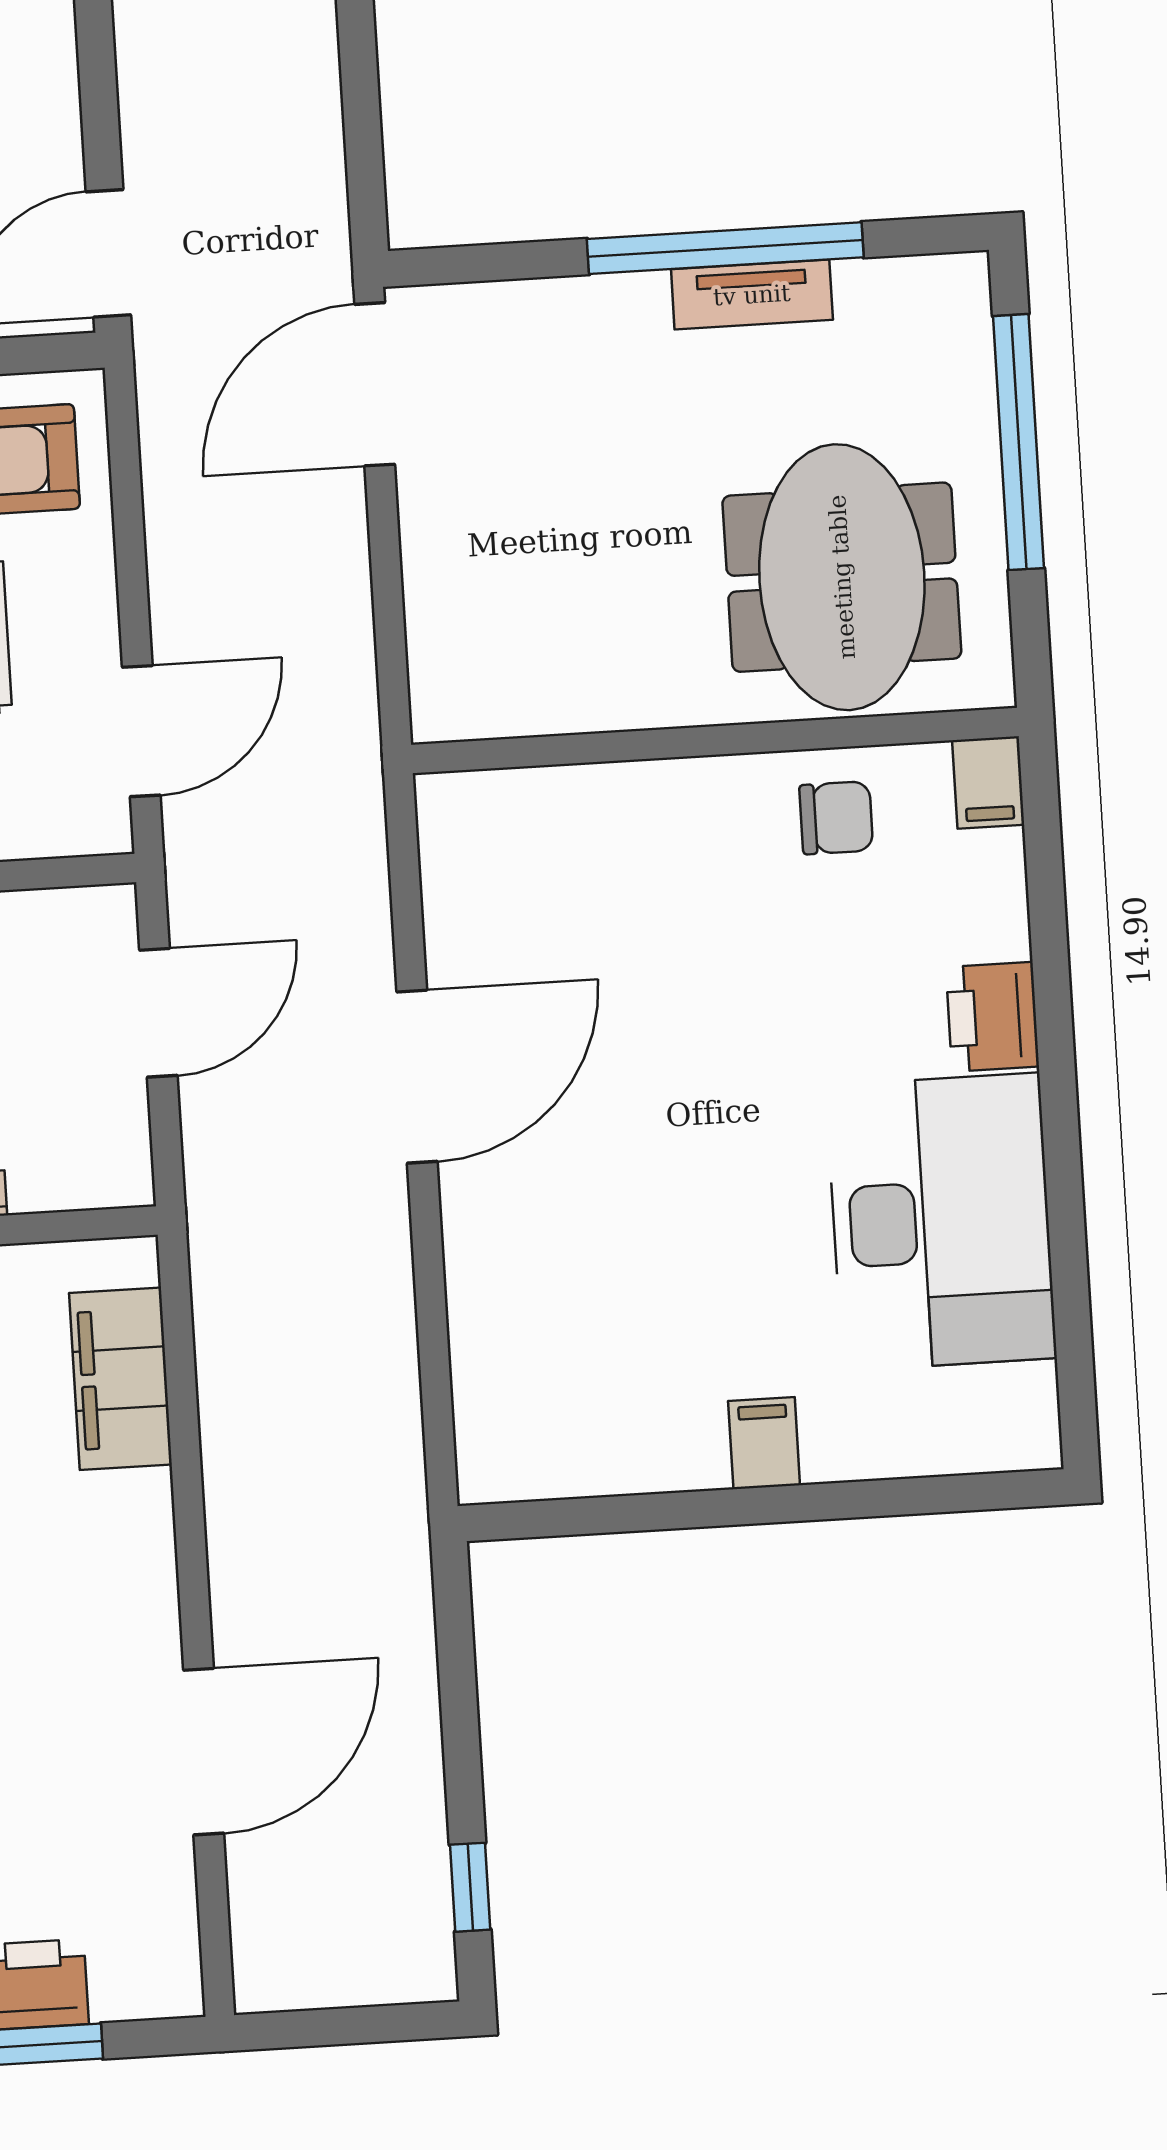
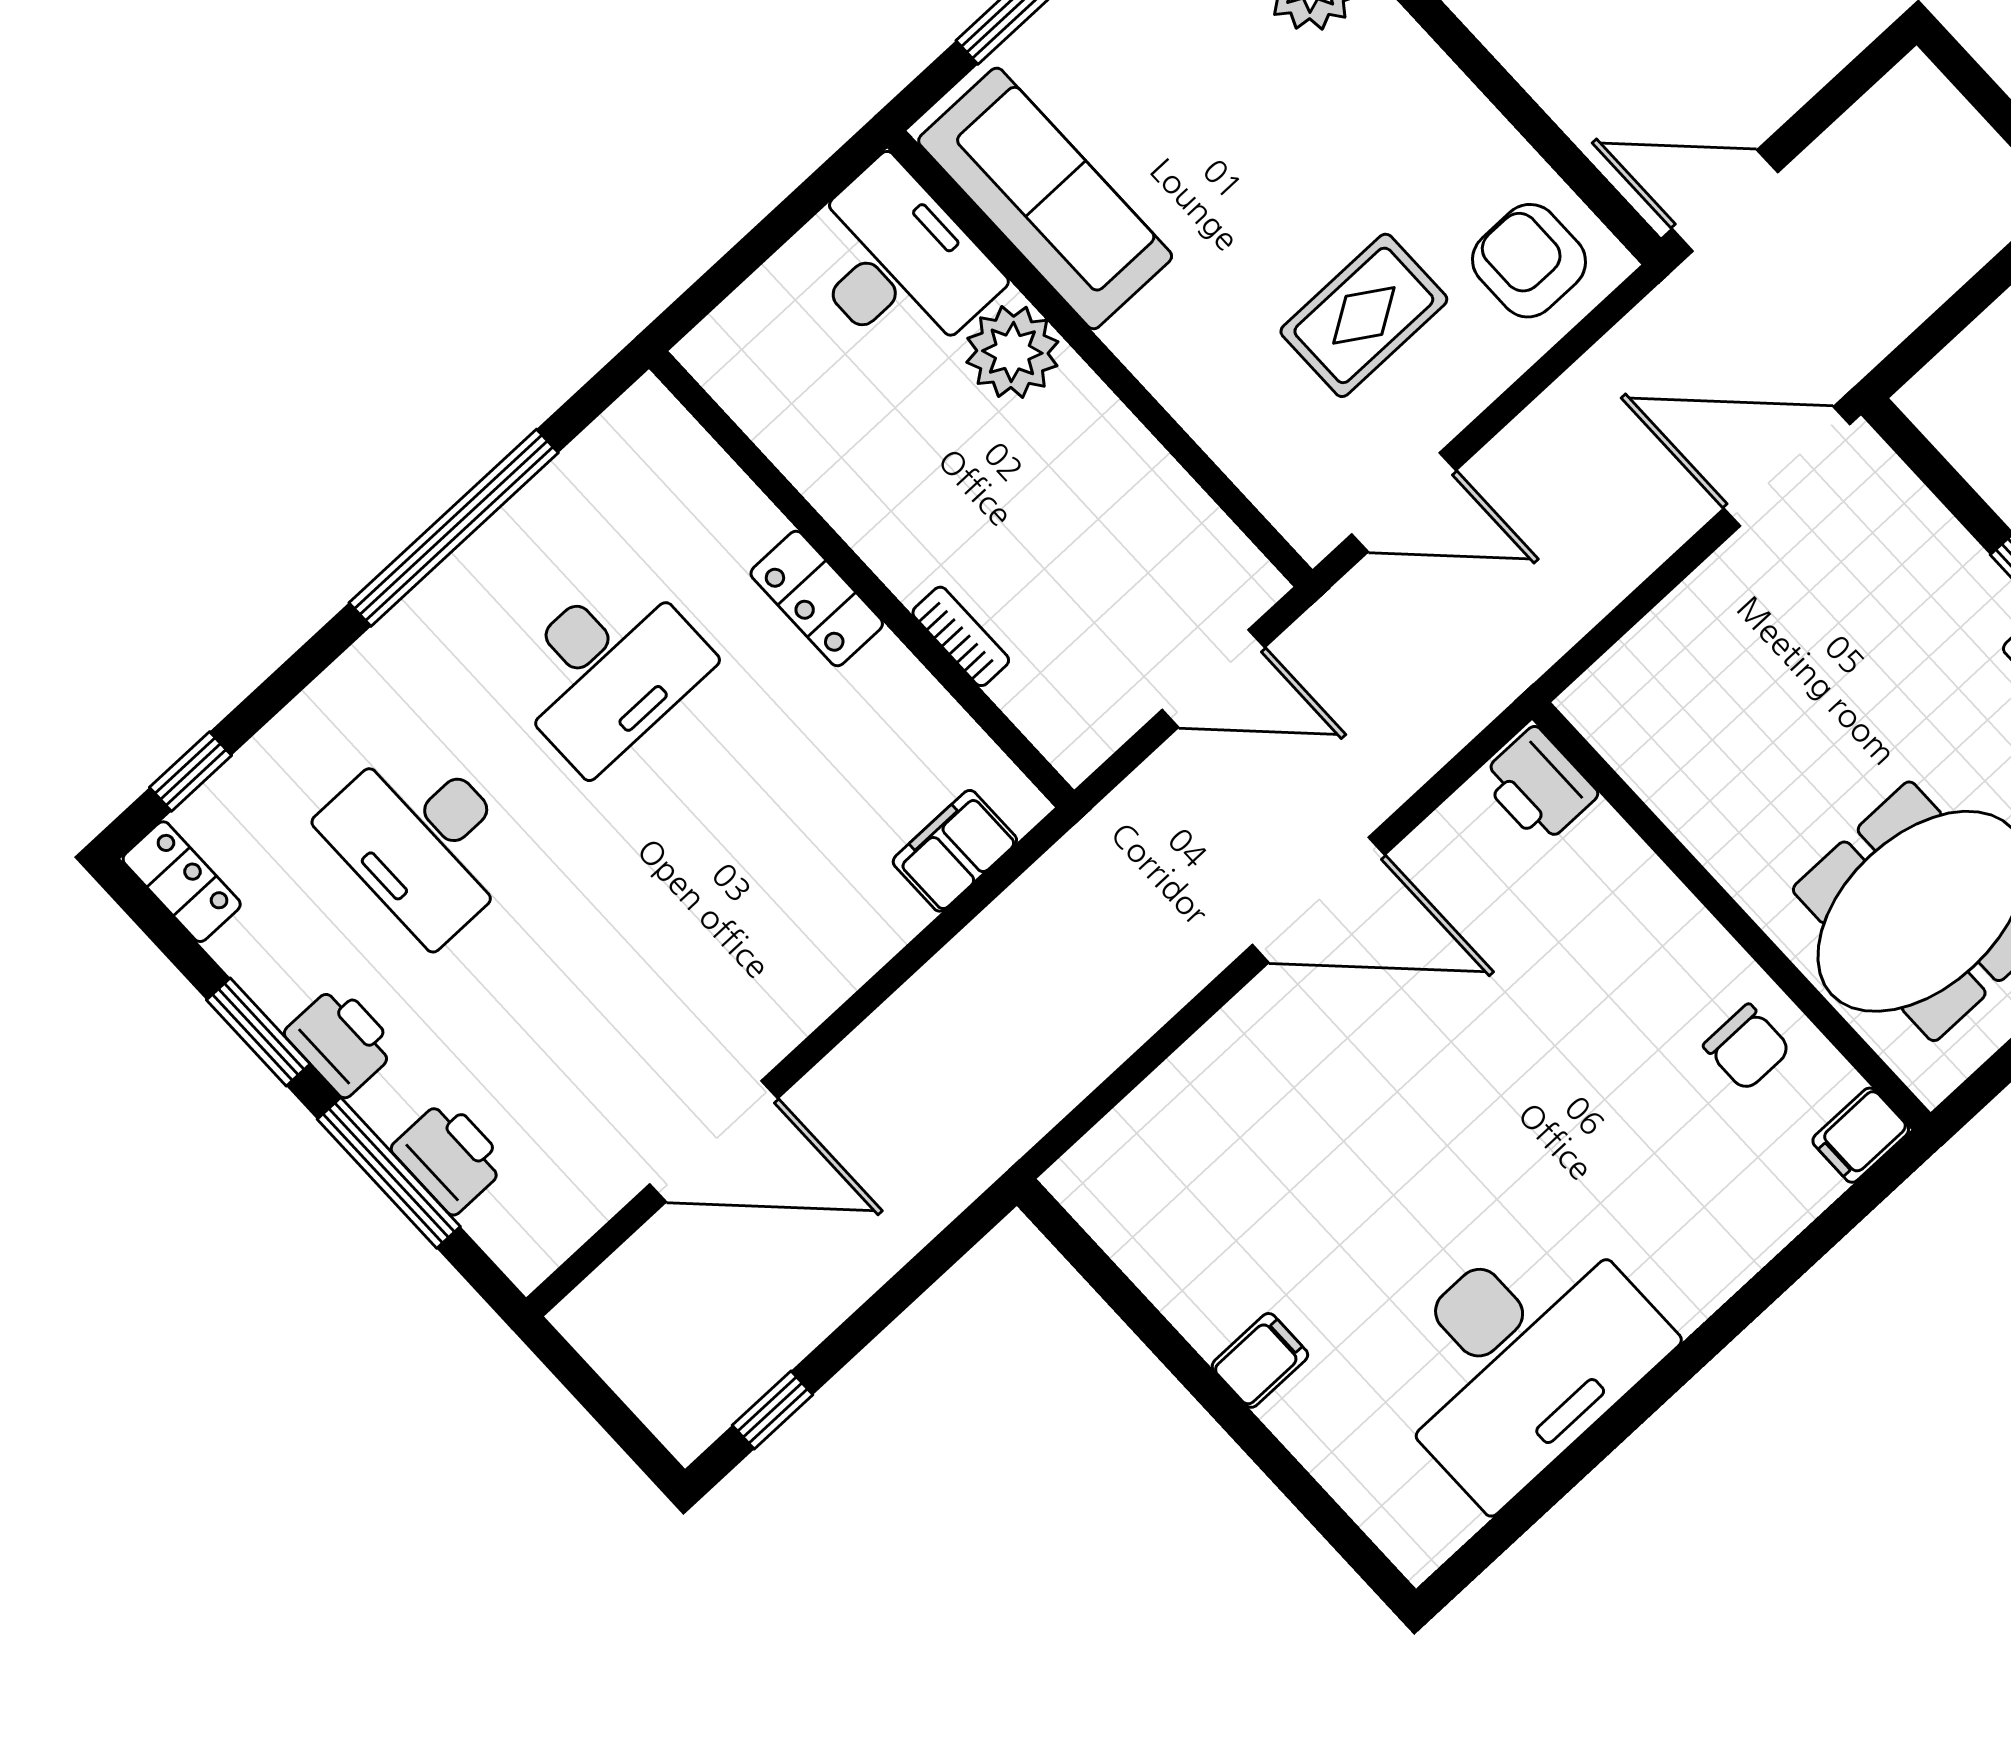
printer: (992, 1017) -> (1539, 786), moved, turned -90
filing cabinet: (121, 1379) -> (955, 851), width x0.67, depth x0.86

